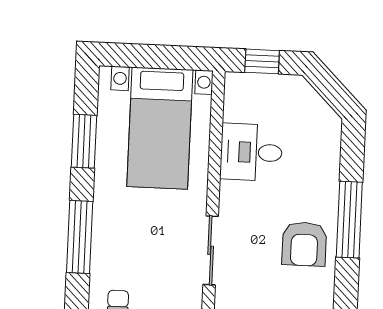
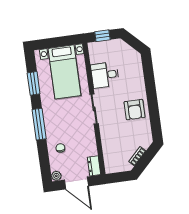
window: (349, 220) -> (152, 96), removed
sliding door: (211, 250) -> (94, 109), moved

